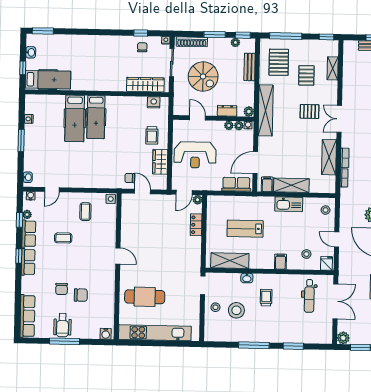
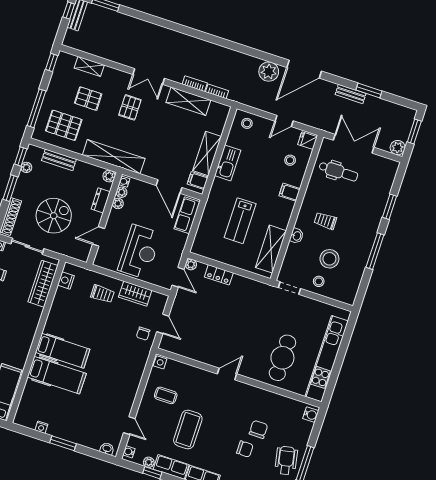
door: (142, 192) -> (163, 324), swing flipped
coffee table: (63, 238) -> (188, 430), width x1.86, depth x1.72
wheelchair: (62, 325) -> (286, 460), turned -101

